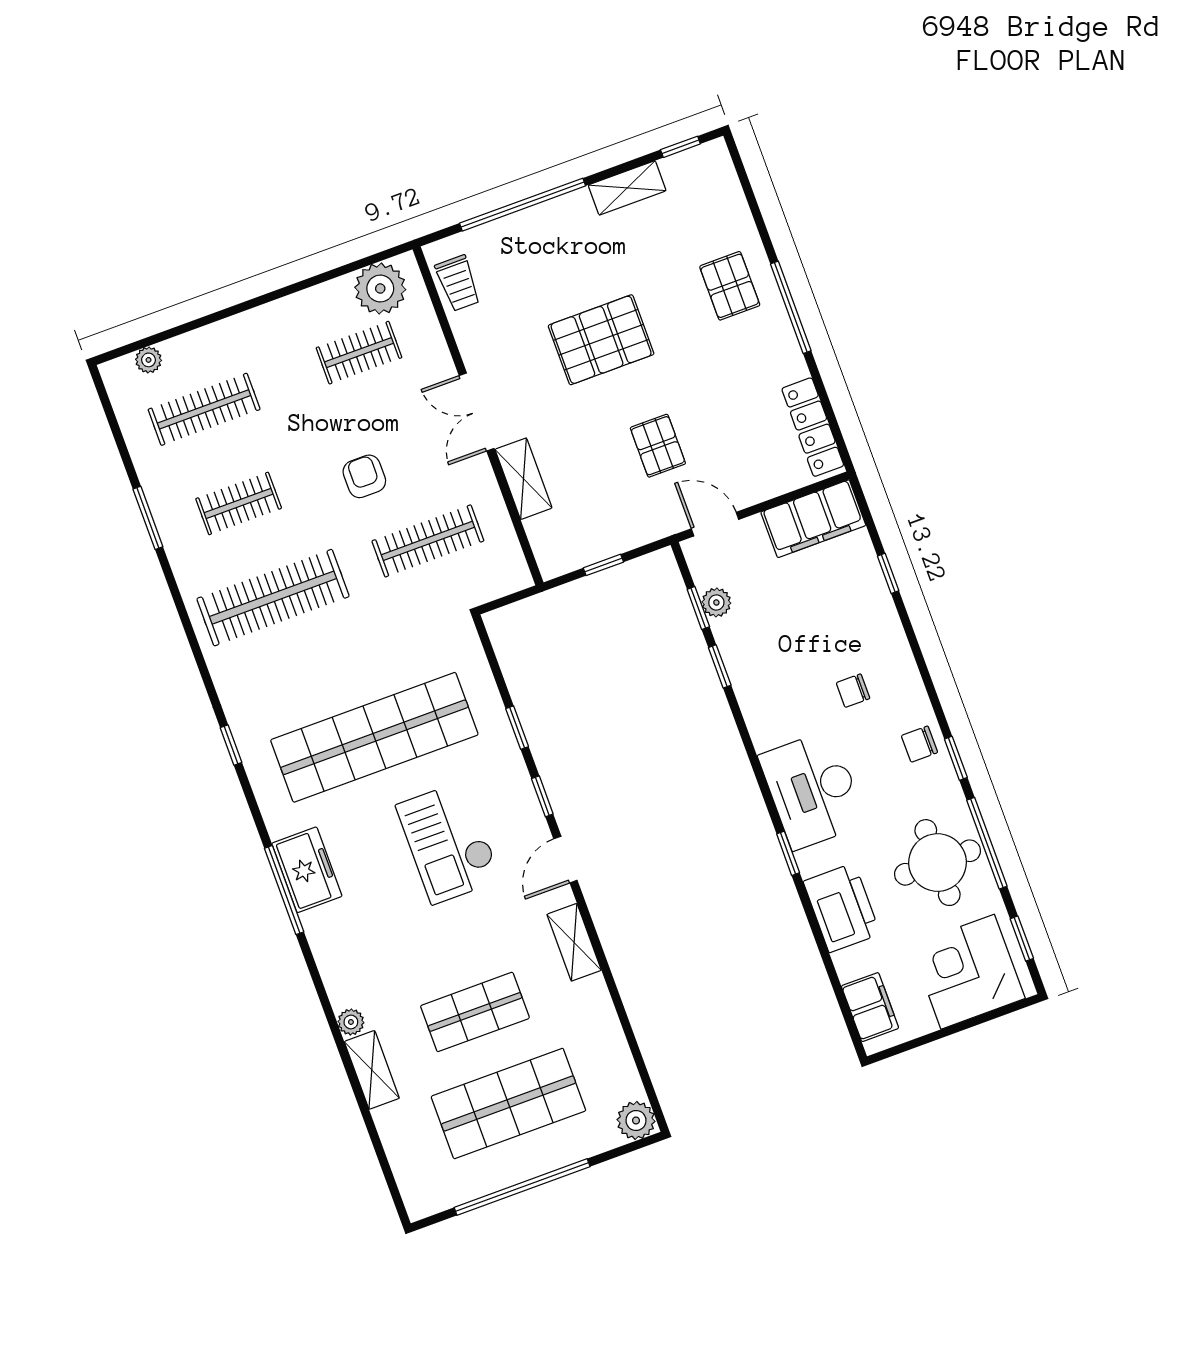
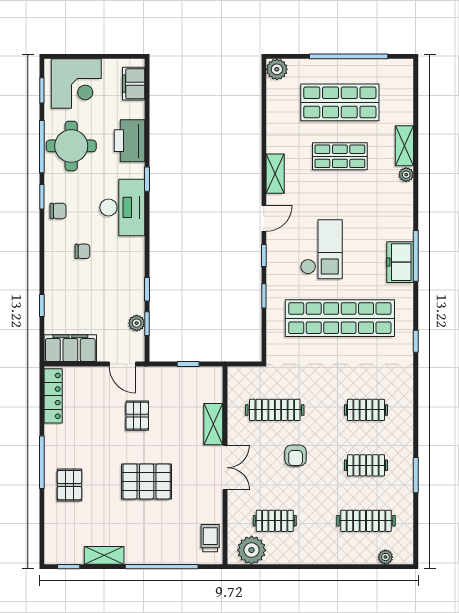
clothes rail: (273, 598) -> (366, 410), width x0.54, depth x0.76

